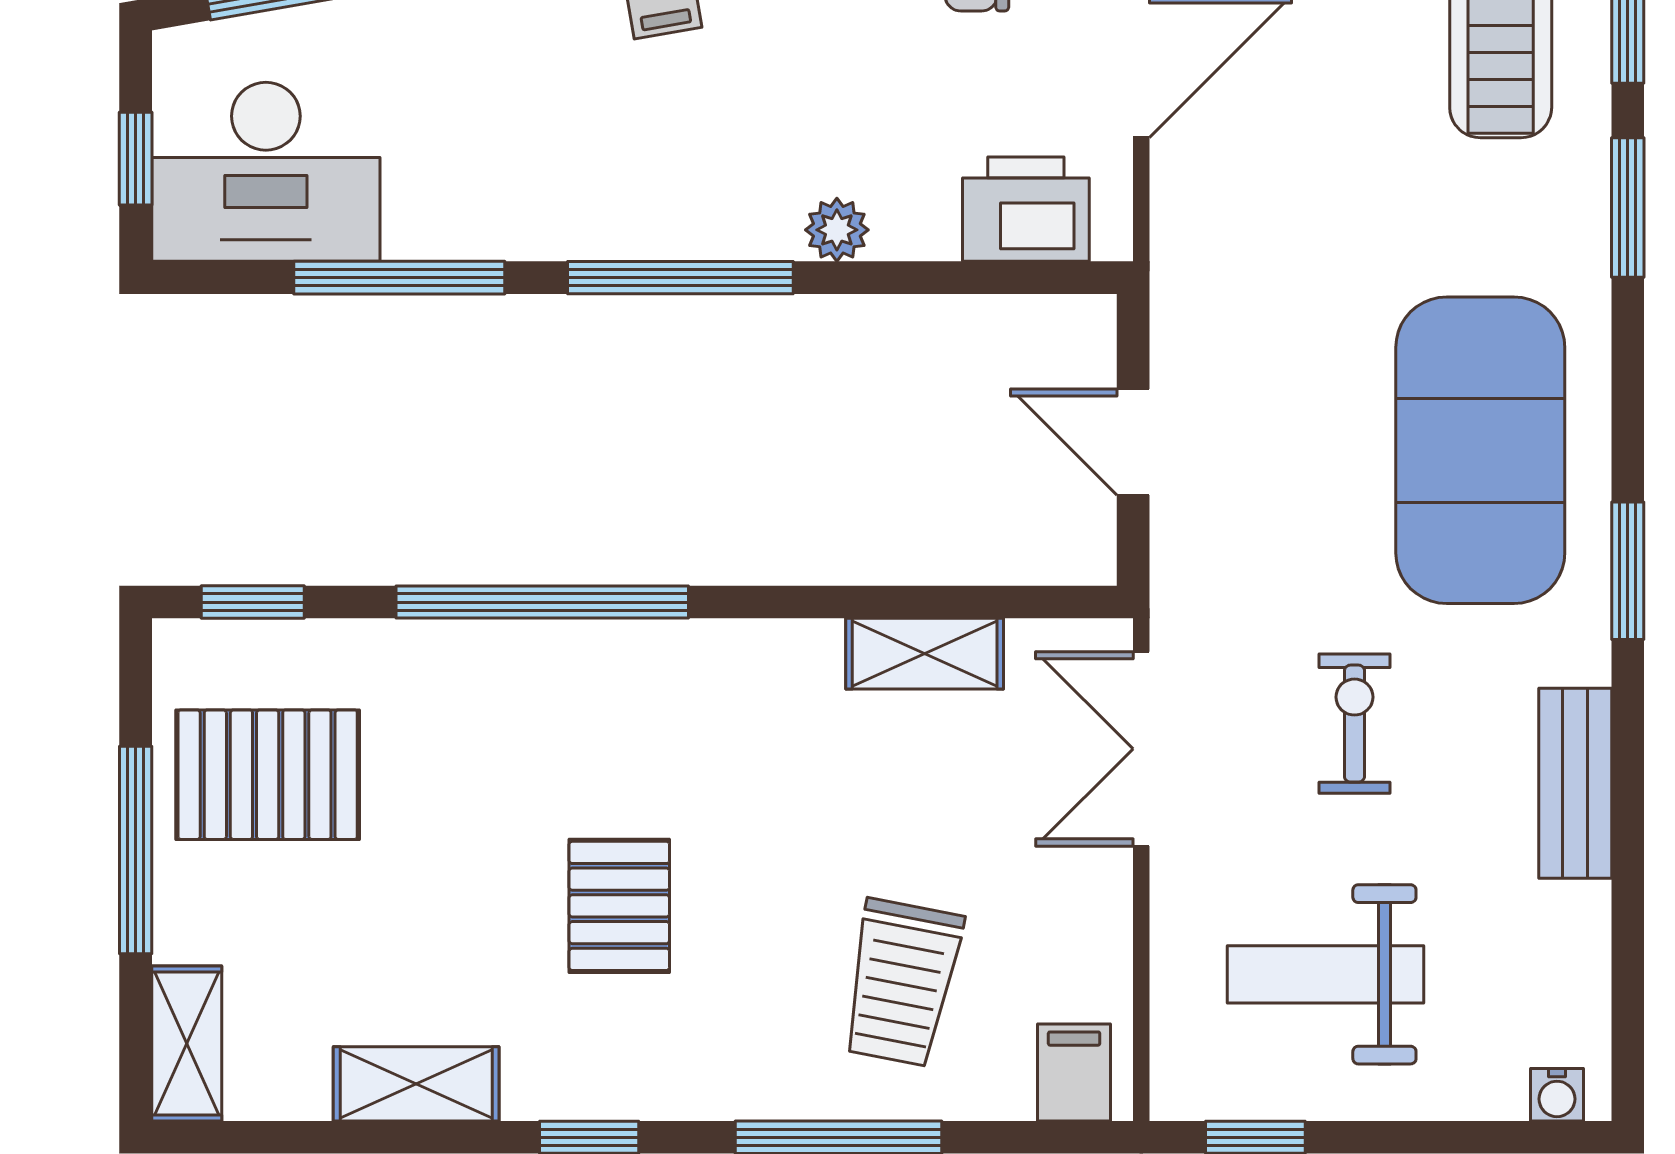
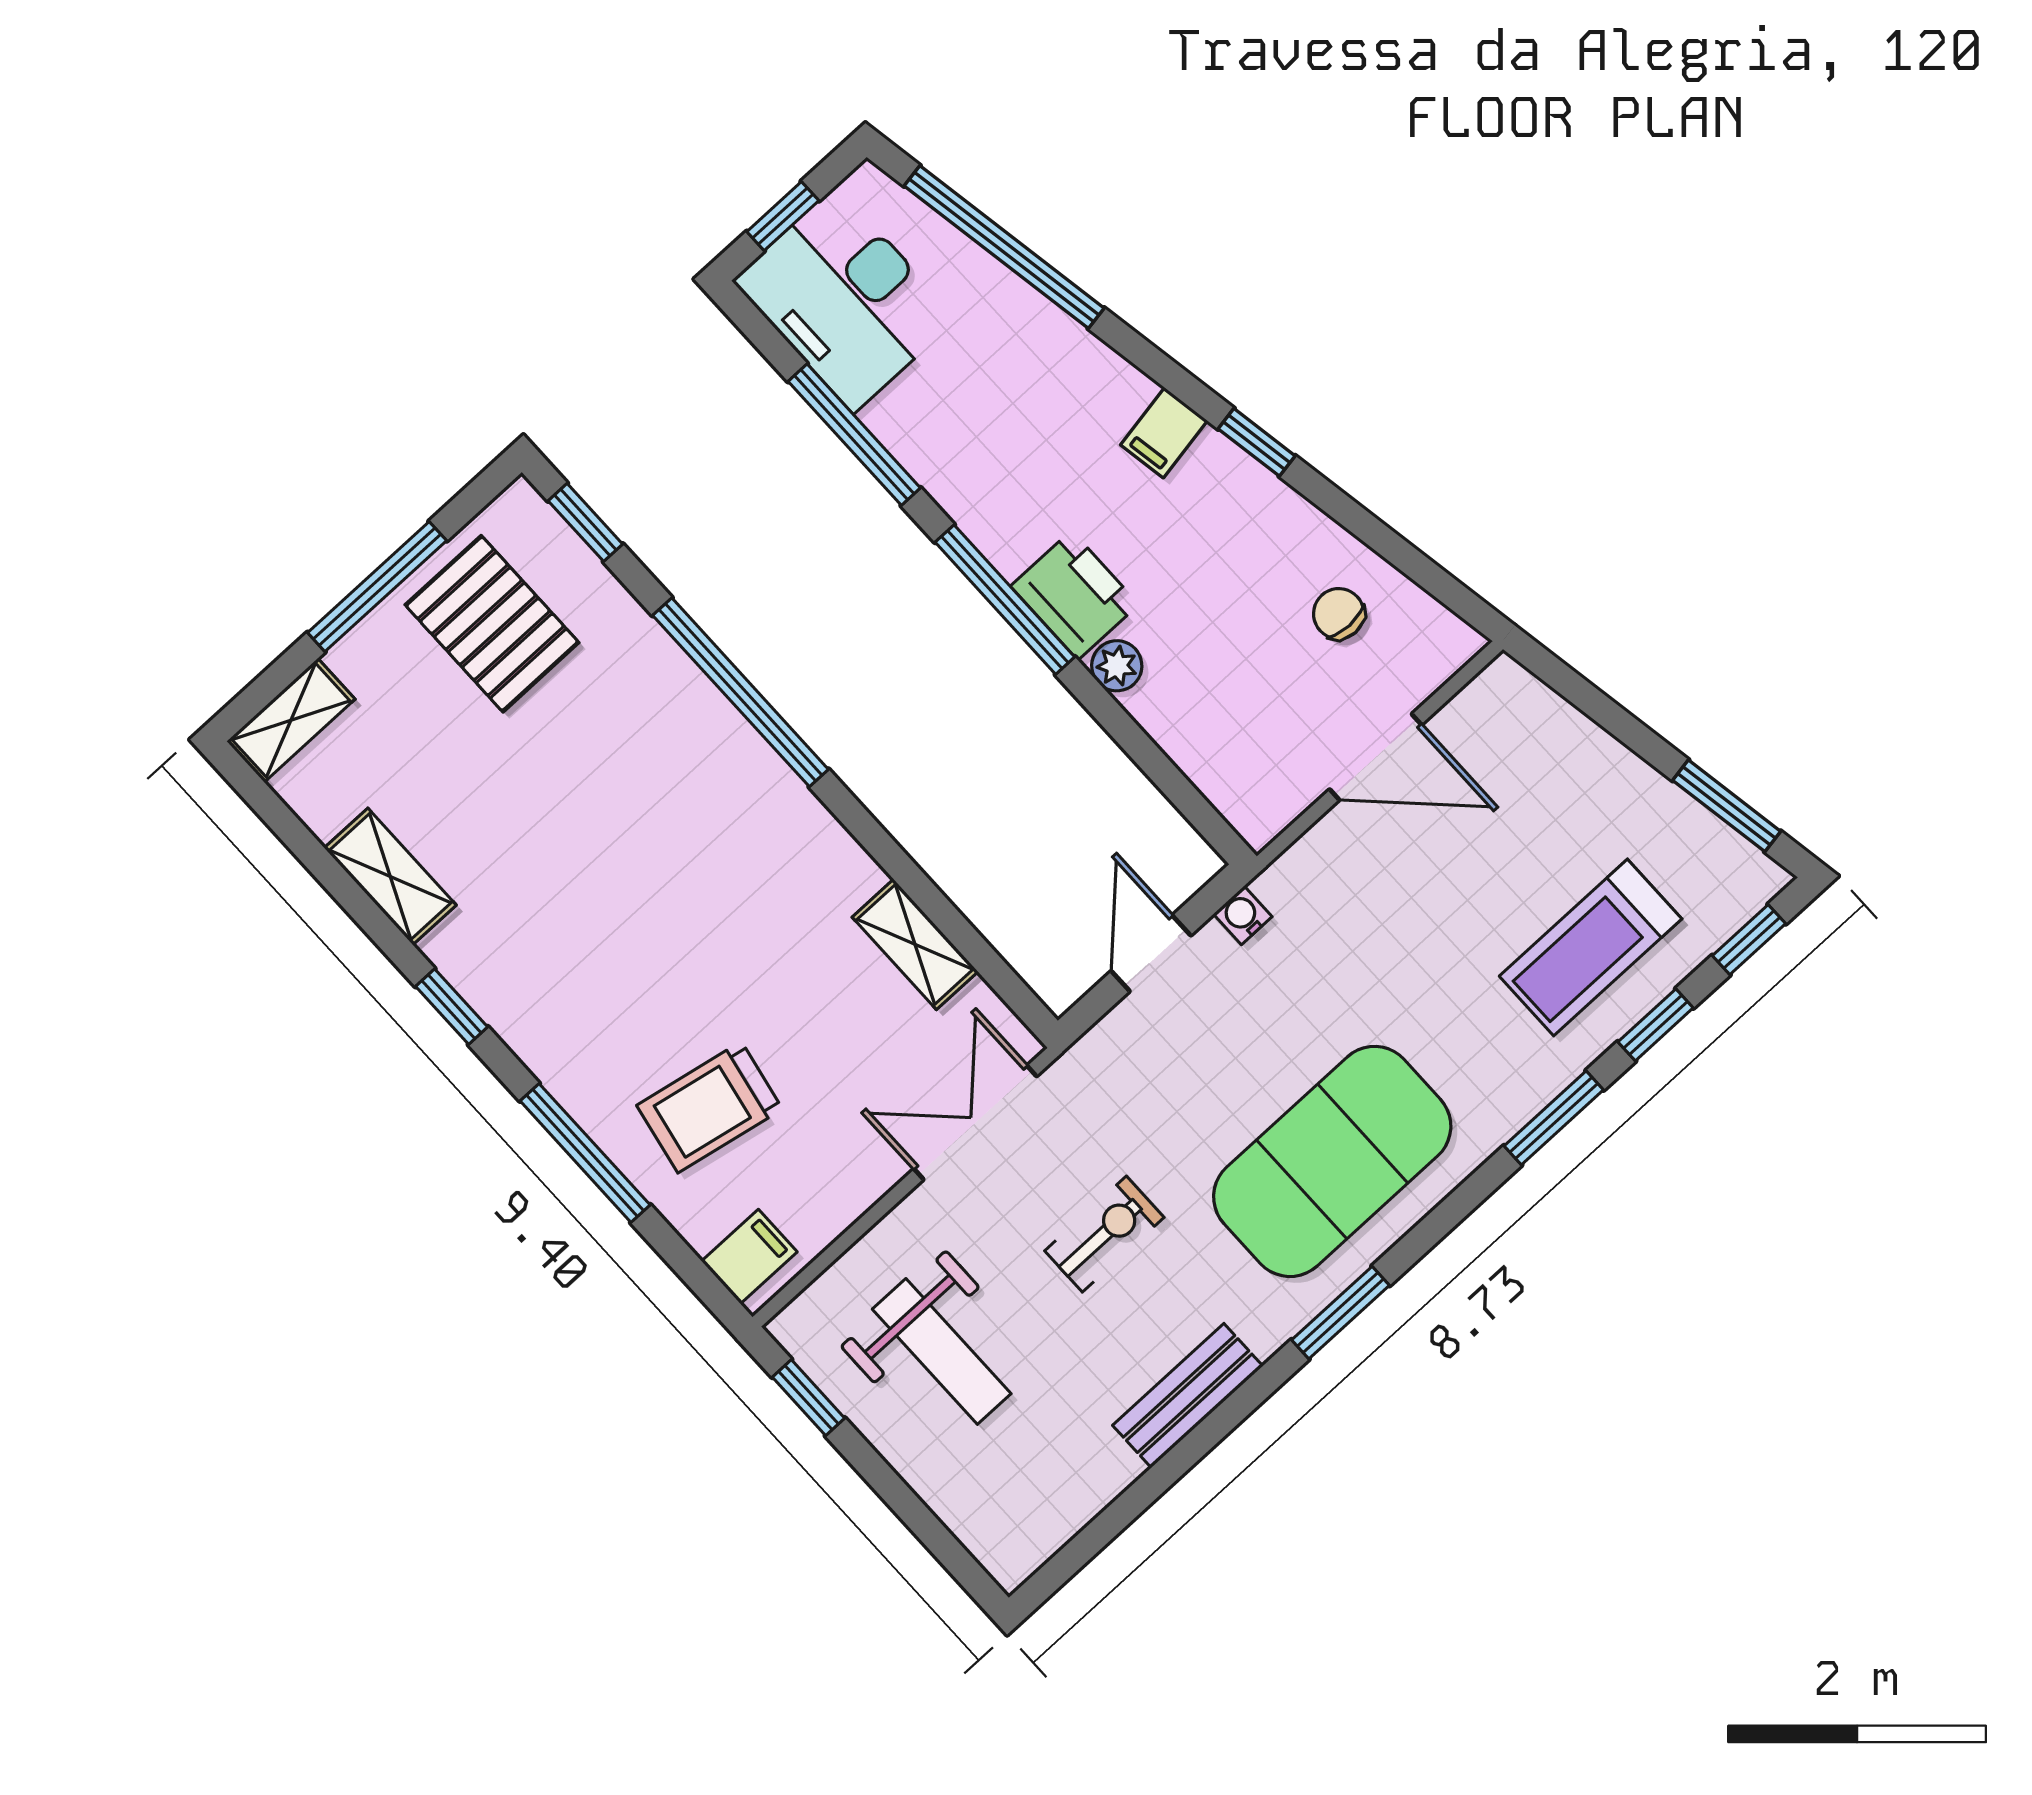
printer: (1026, 209) -> (1075, 595), moved
pallet: (619, 906) -> (603, 900), removed
weight bench: (1325, 974) -> (942, 1351), turned 180
water cooler: (1557, 1095) -> (1243, 915), moved, turned 90

